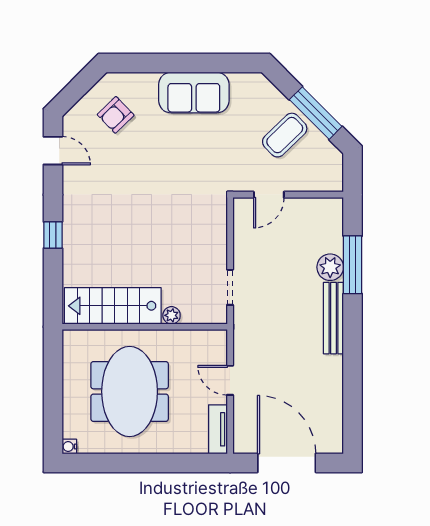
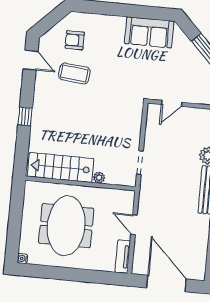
sofa: (194, 93) -> (149, 32), moved
armchair: (116, 115) -> (75, 40), turned 44
coffee table: (285, 135) -> (74, 73), moved, turned 50

